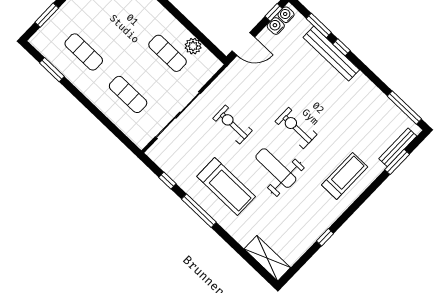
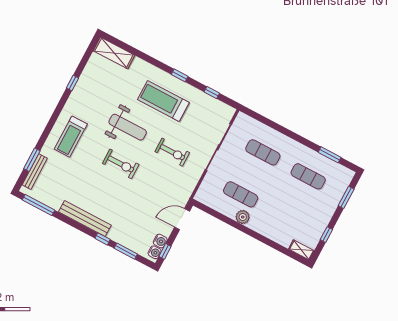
plant: (193, 46) -> (243, 217), moved
bench: (331, 54) -> (85, 219), moved
window: (199, 211) -> (180, 75), width x0.46

